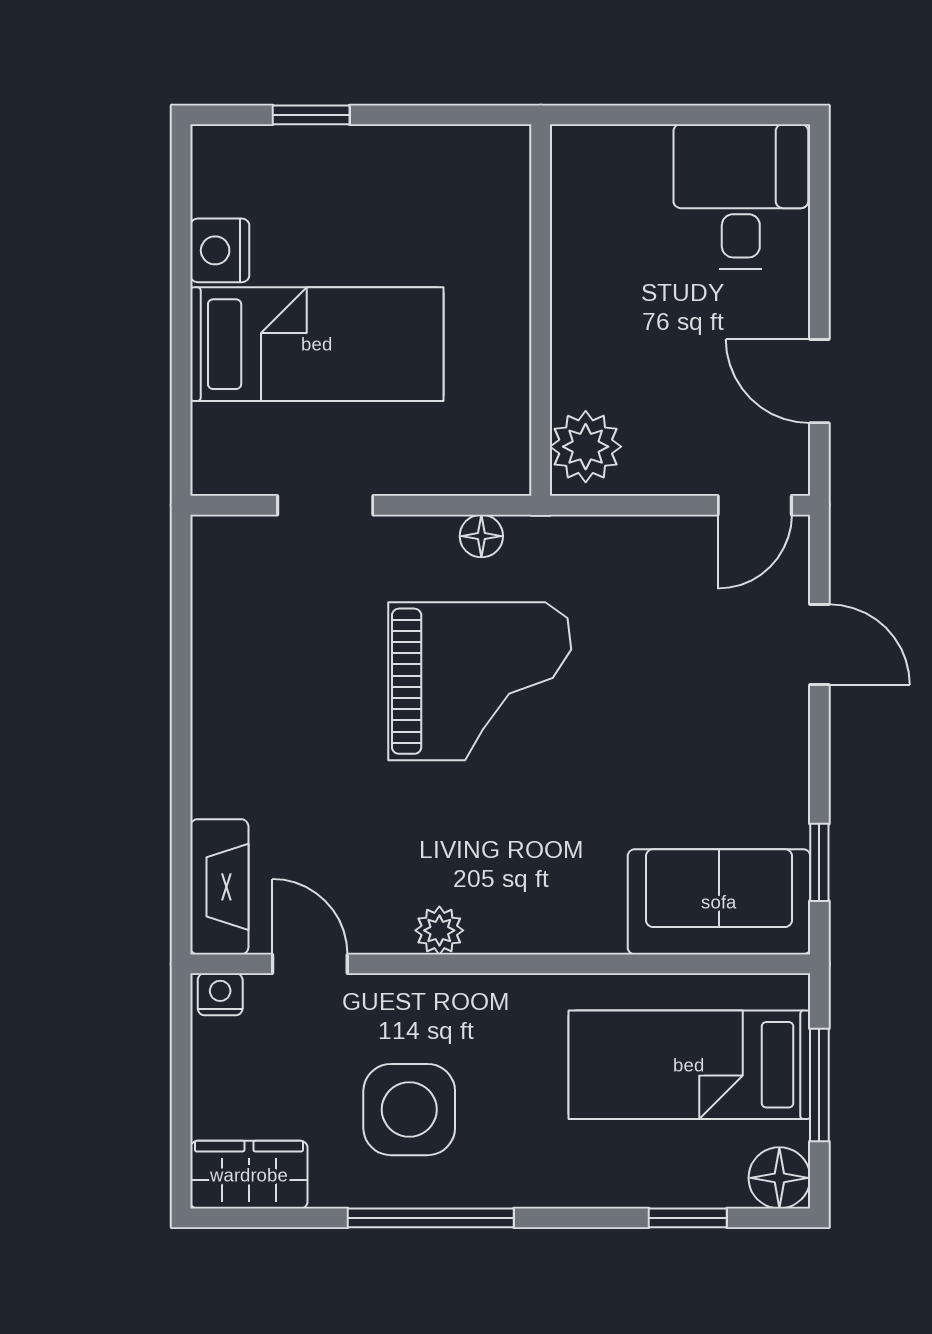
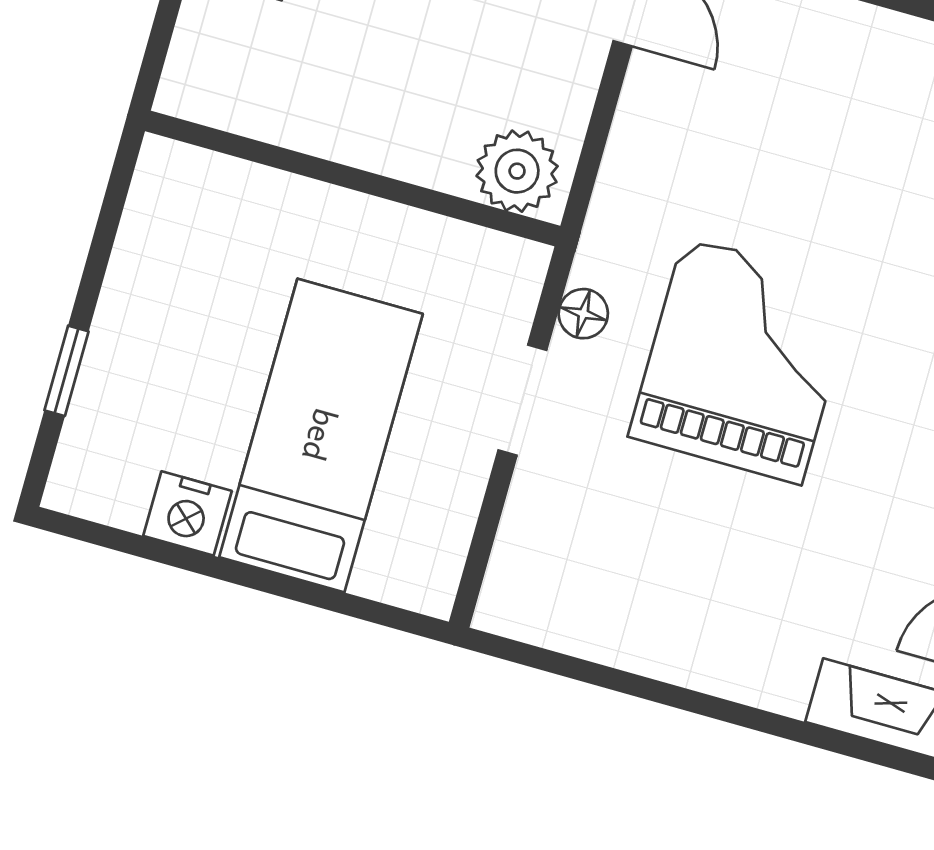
doorway: (325, 505) -> (522, 400), moved

